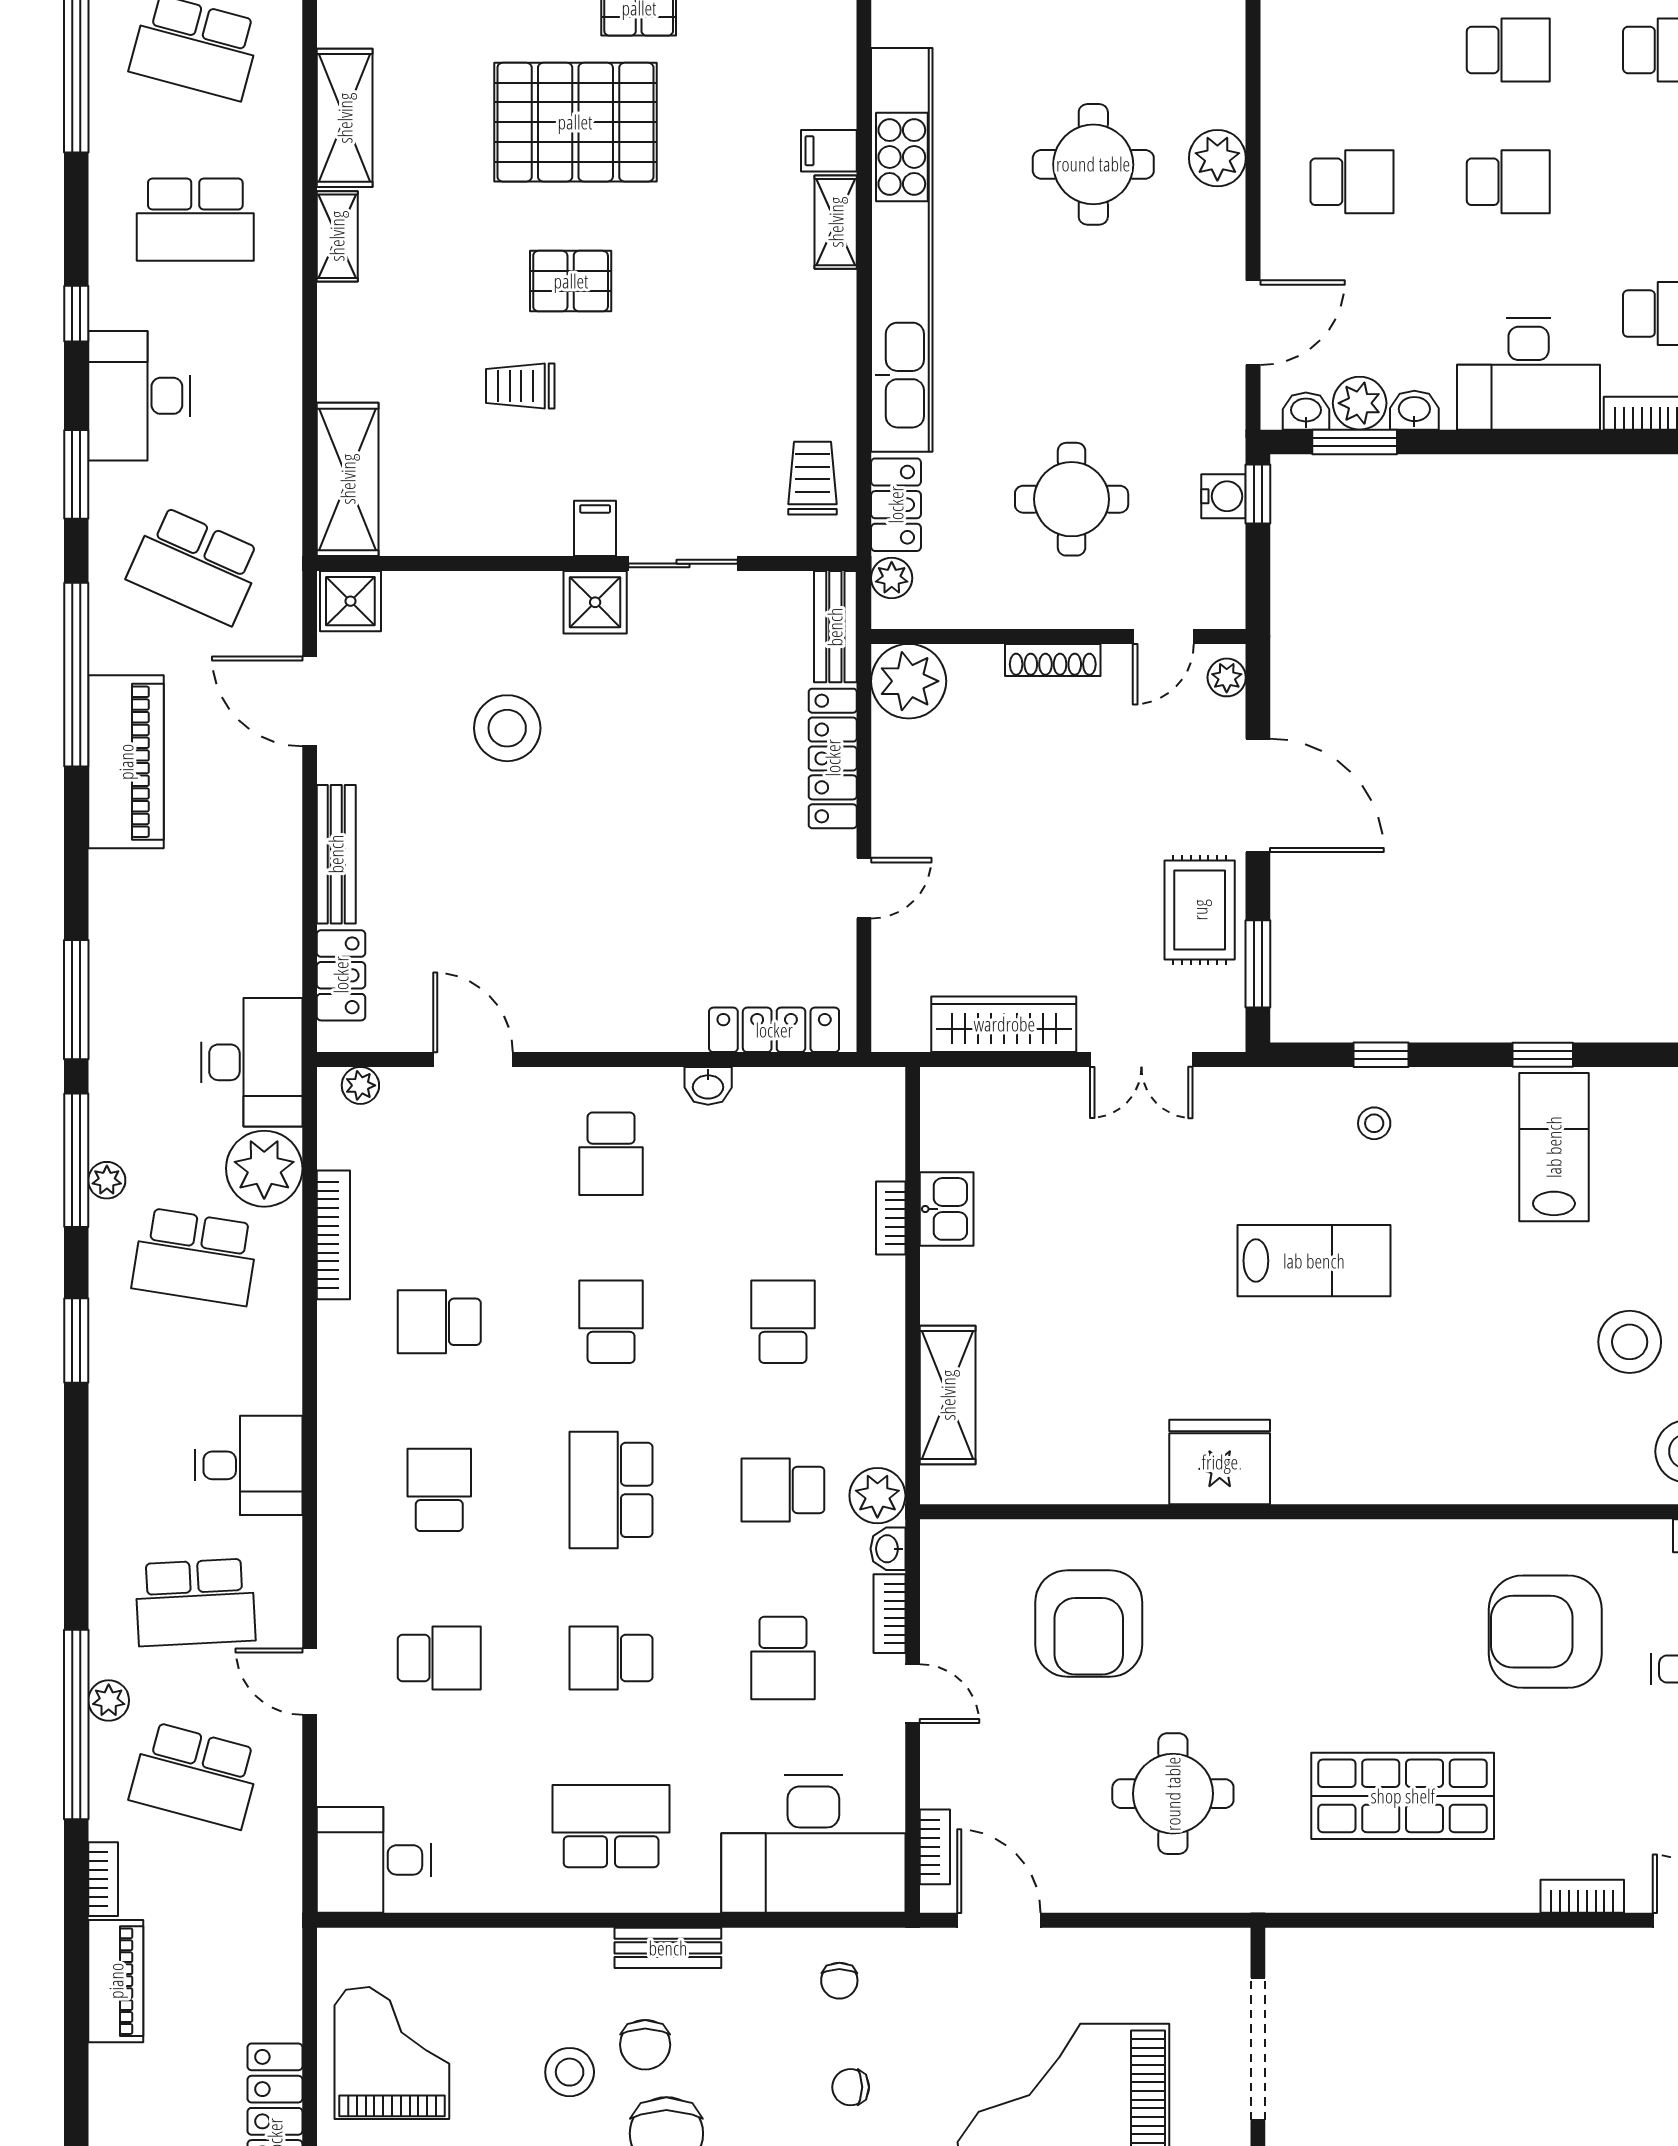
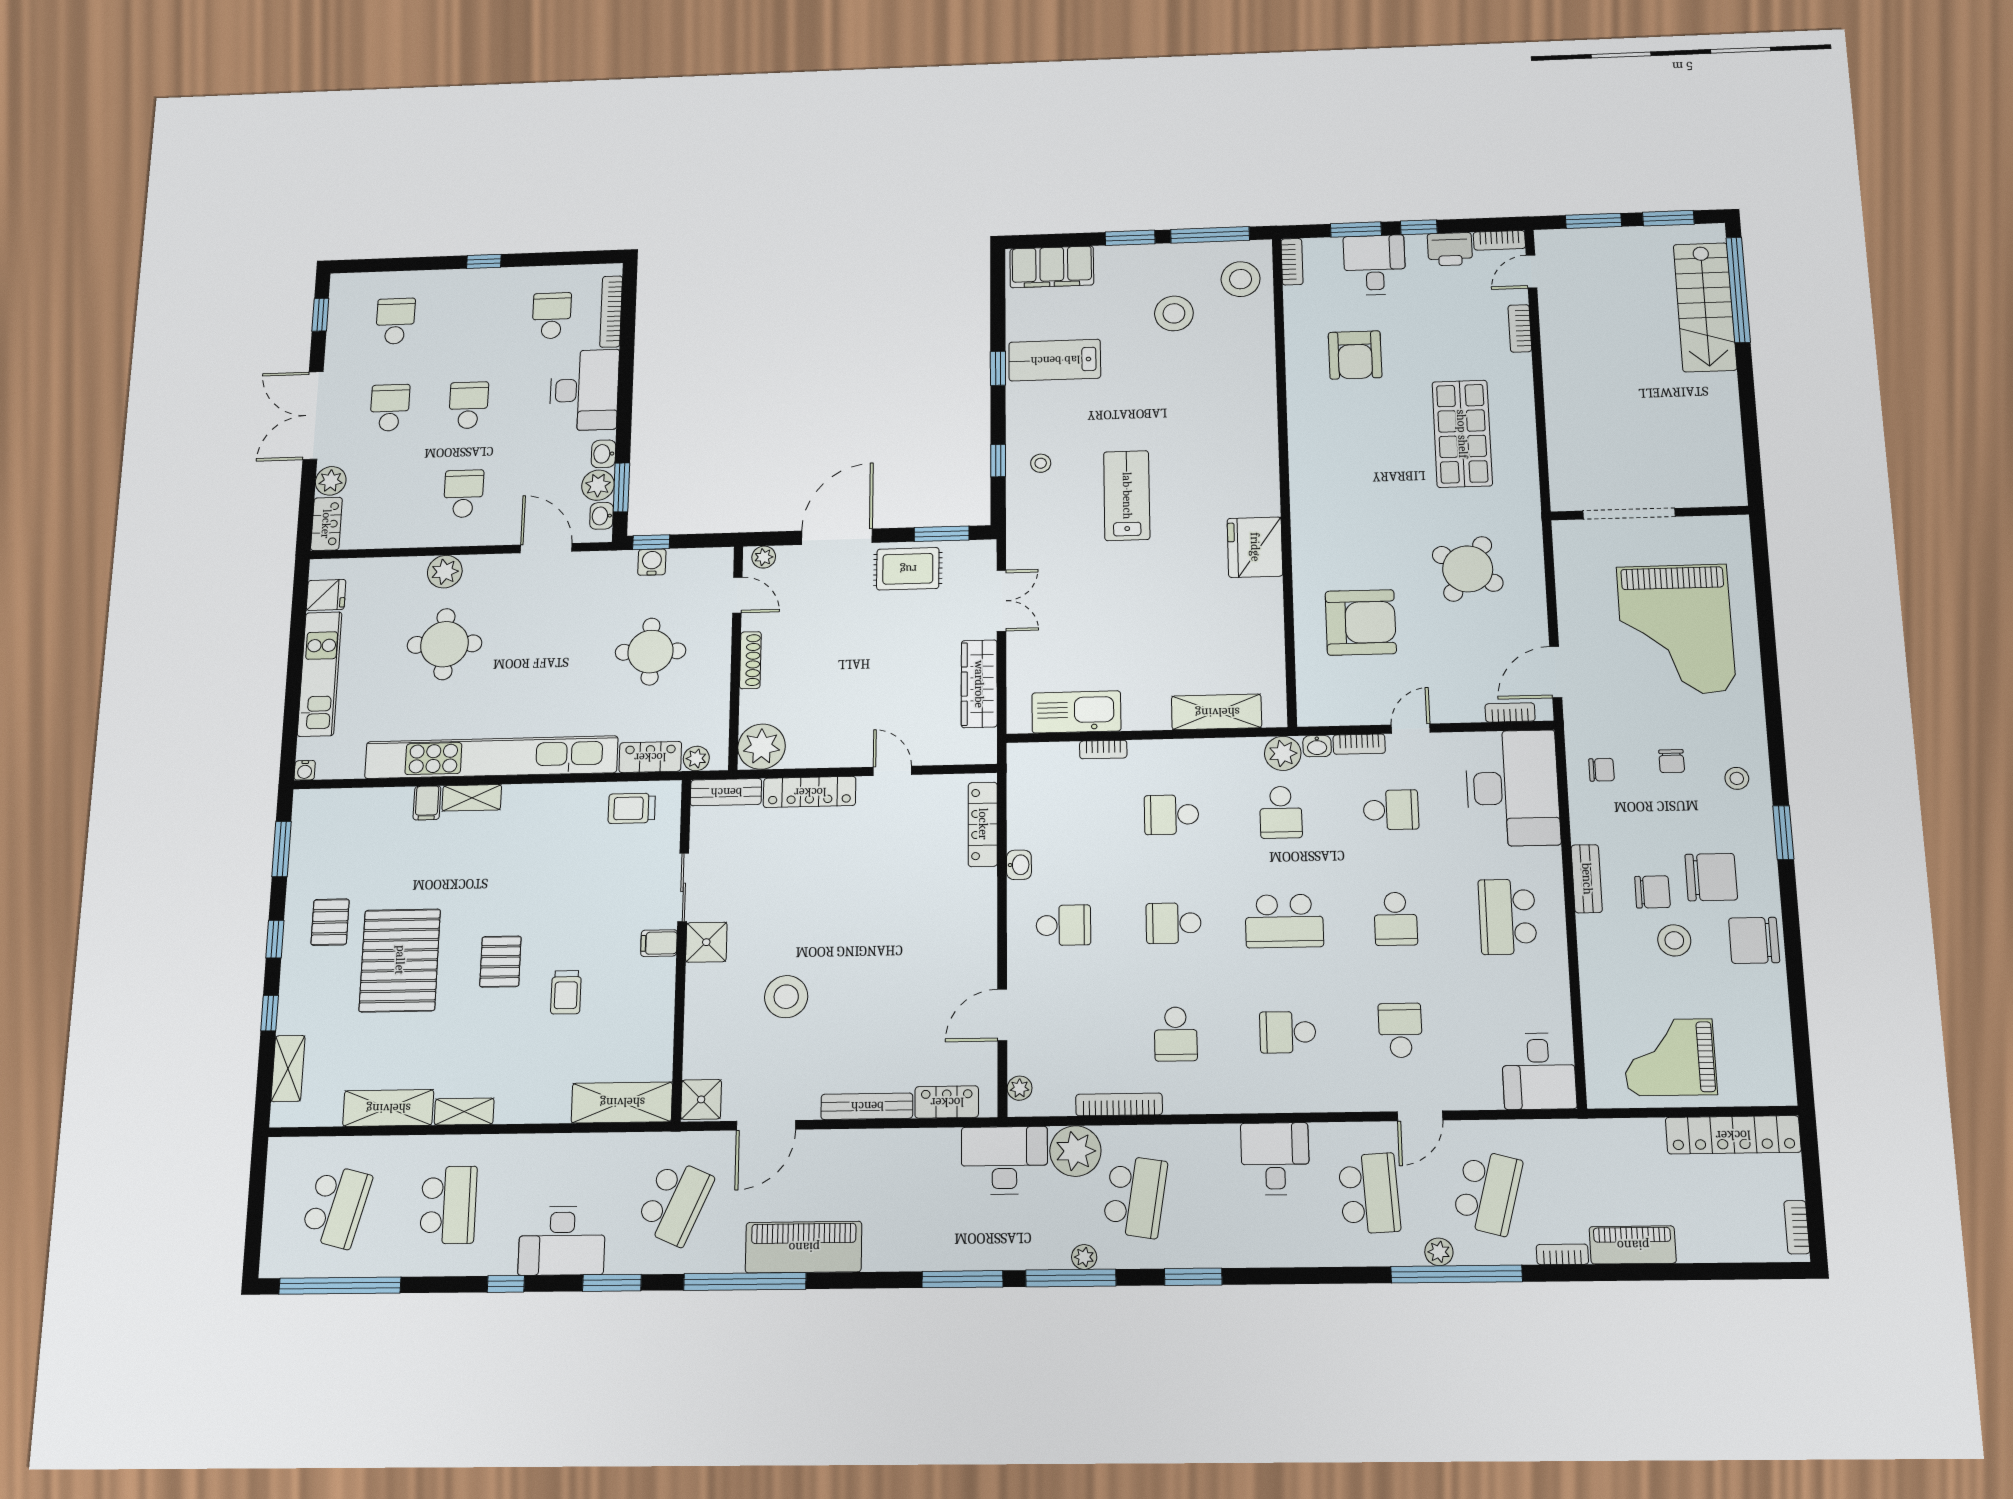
kitchen sink: (947, 1209) -> (1076, 712), width x1.88, depth x1.24
armchair: (1545, 1632) -> (1355, 355), width x0.73, depth x0.73
round table: (1173, 1794) -> (1468, 569), turned 32

